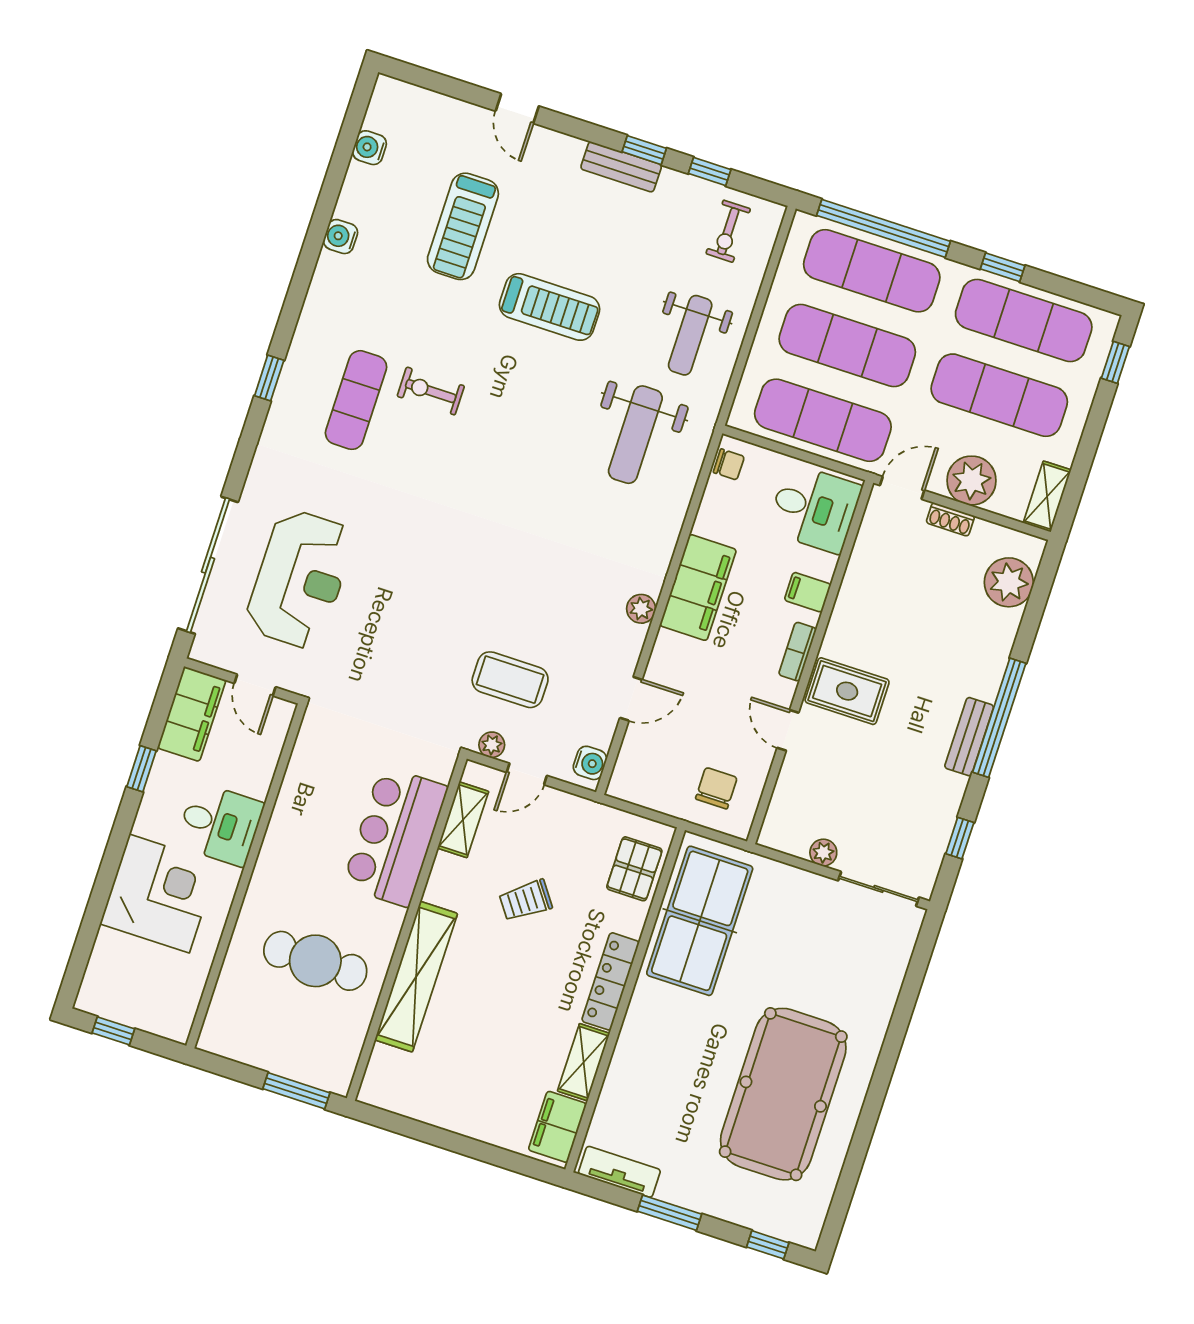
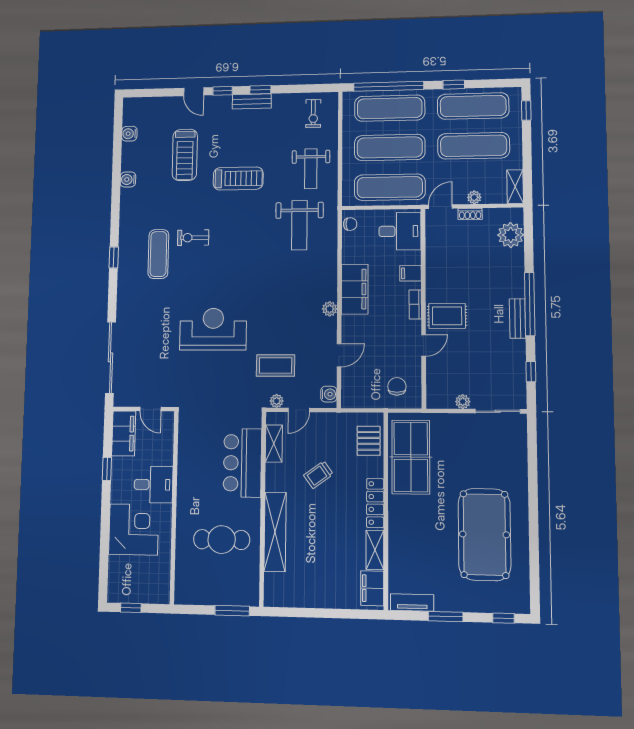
window: (710, 171) -> (223, 91), moved
plant: (971, 481) -> (474, 197), width x0.53, depth x0.53
reception desk: (300, 579) -> (213, 329), moved, turned -90
door: (788, 730) -> (424, 345), swing flipped

